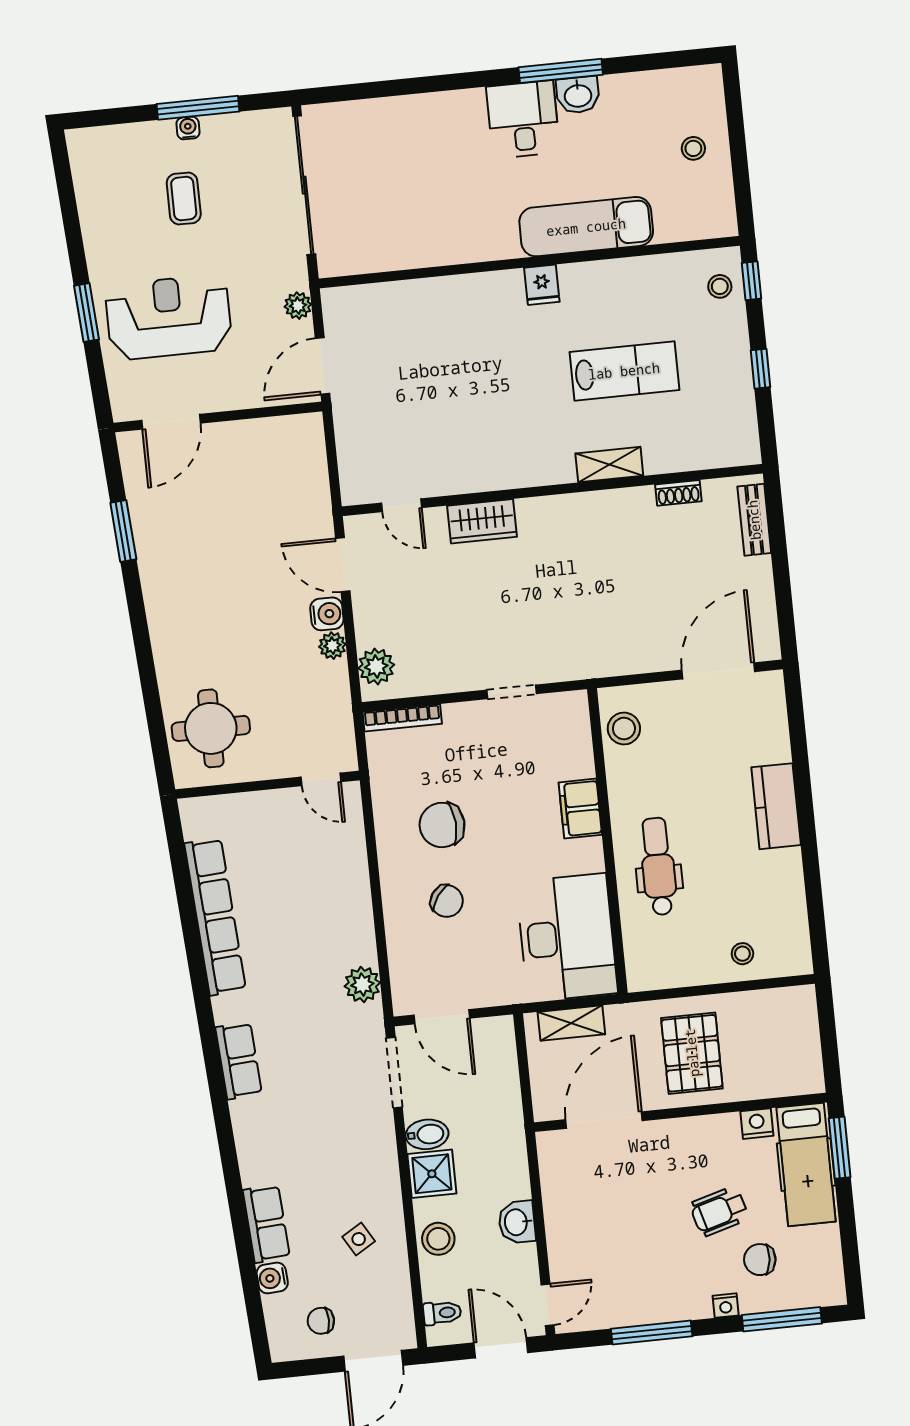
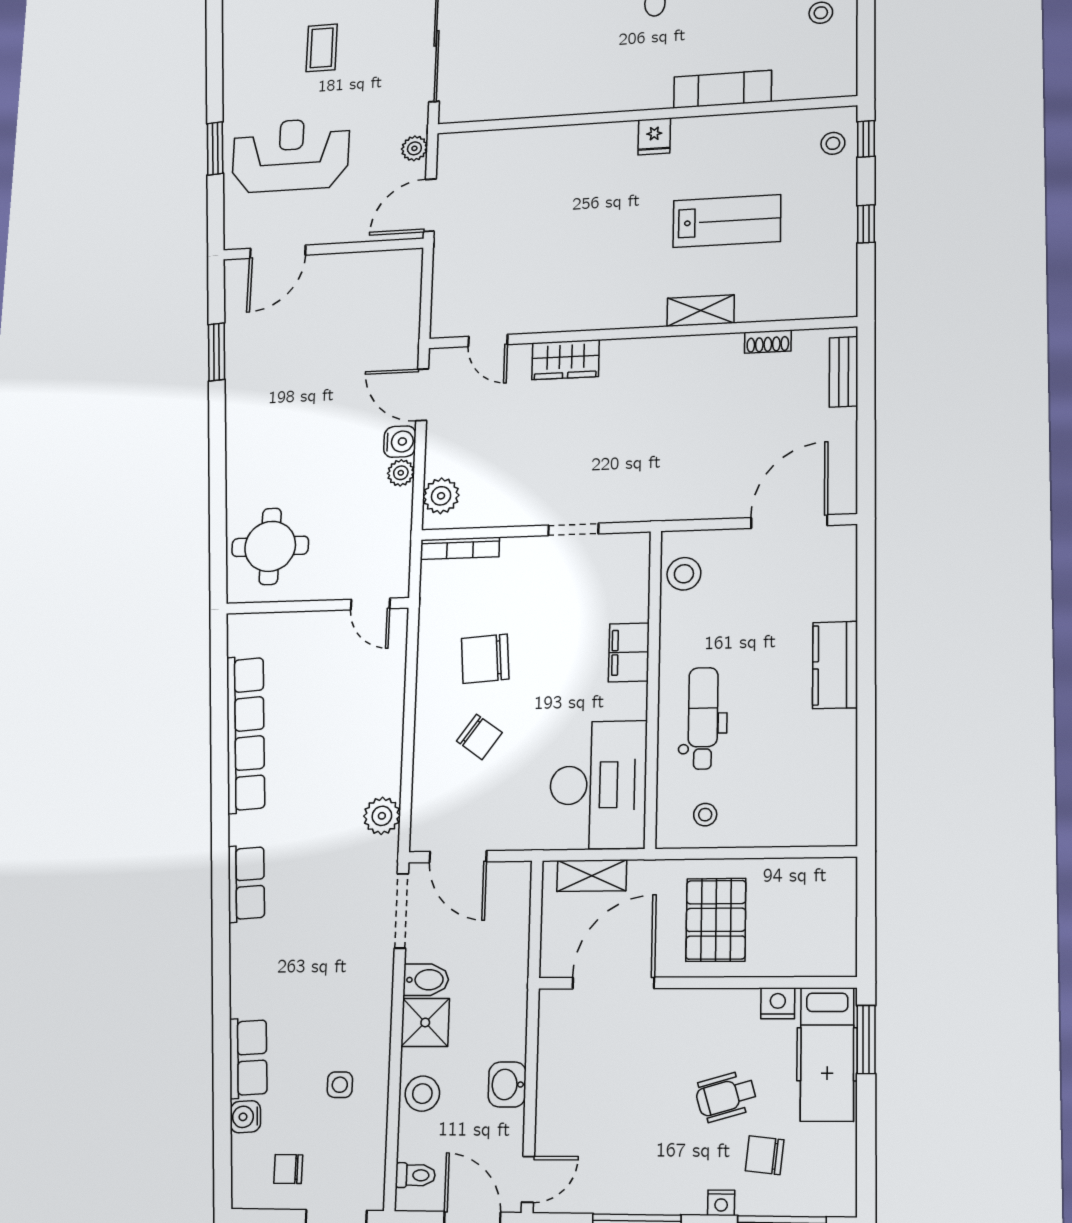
exam couch: (586, 227) -> (723, 89), width x0.73, depth x0.69
stool: (742, 954) -> (705, 815), moved
side table: (359, 1239) -> (340, 1085), turned 31

